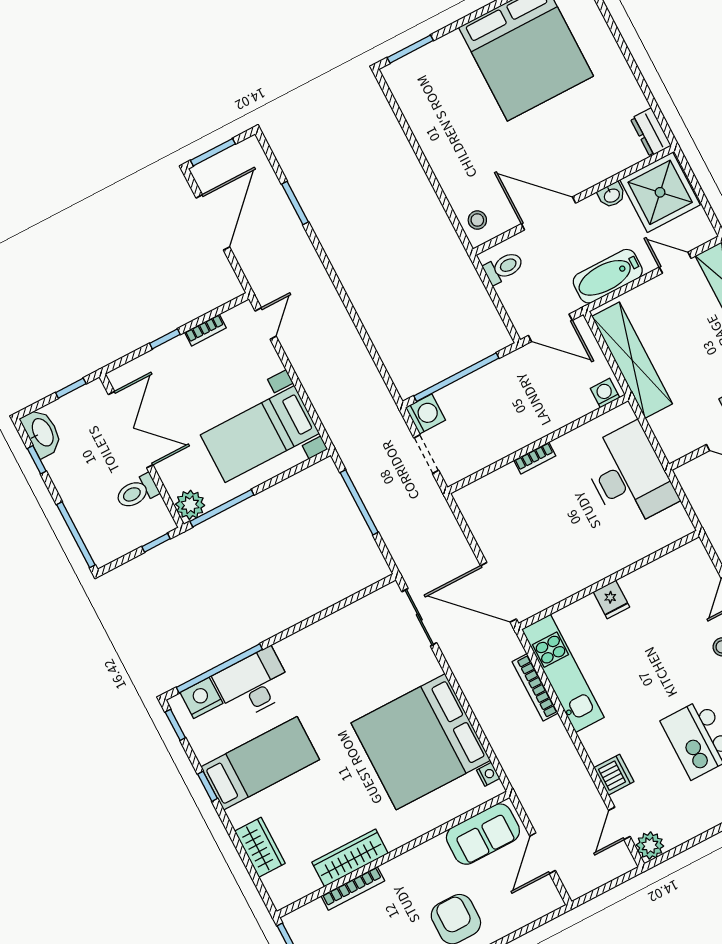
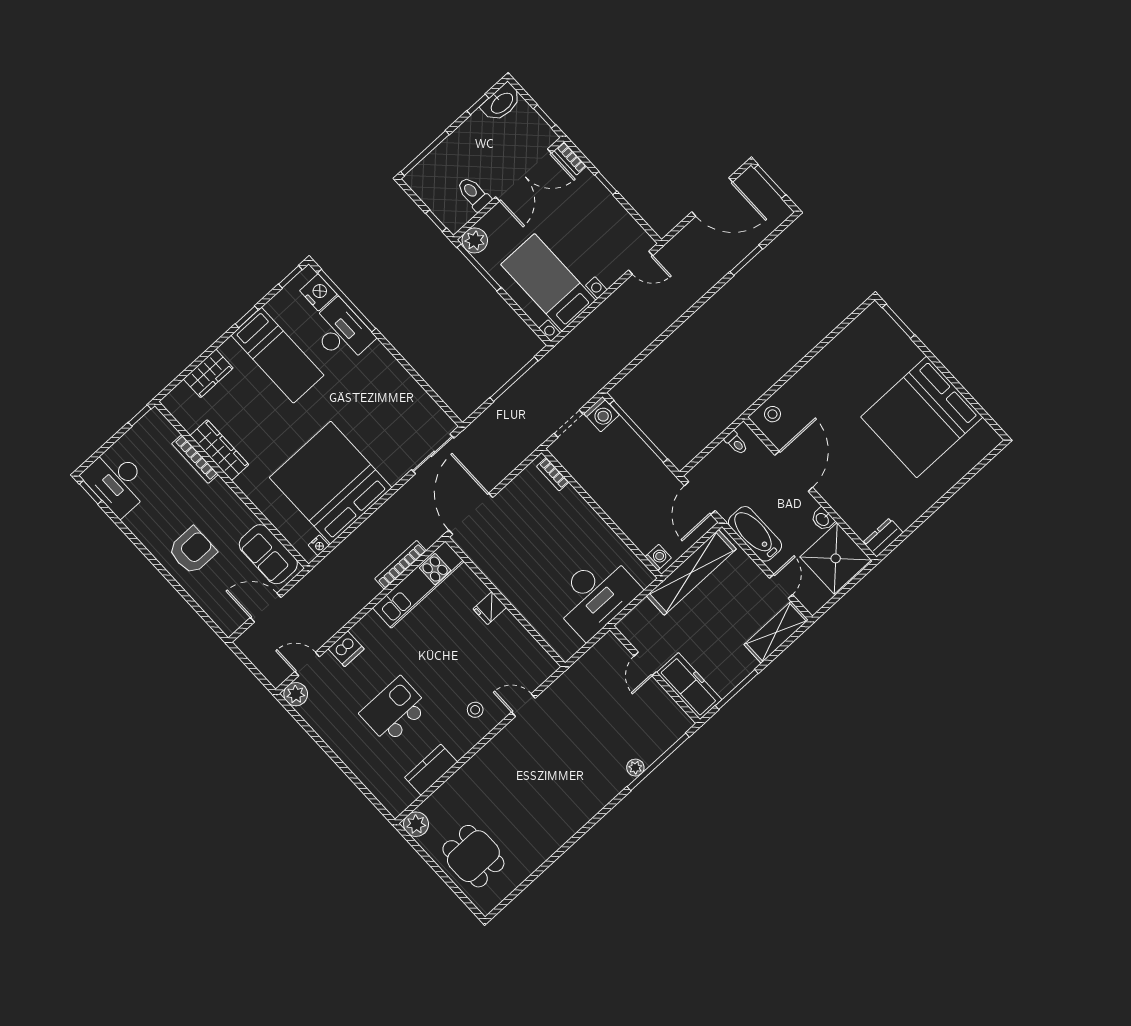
toilet: (504, 268) -> (736, 443), width x0.73, depth x0.72
bookcase: (205, 330) -> (570, 158), moved
bookcase: (535, 458) -> (553, 474), moved

